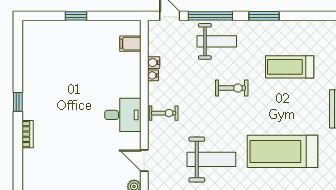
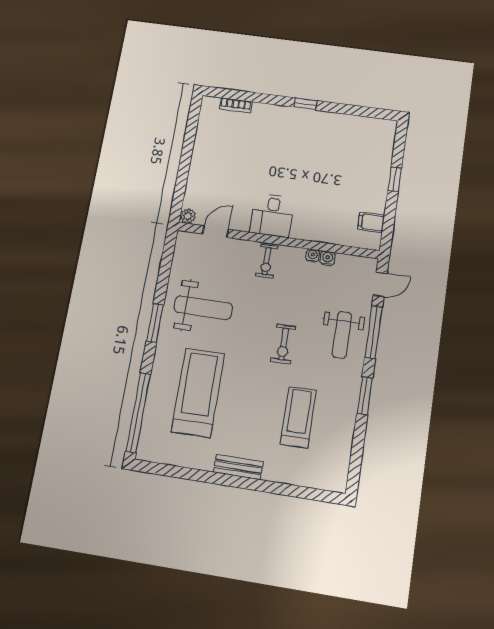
filing cabinet: (130, 44) -> (371, 222), moved, turned -90
bookcase: (28, 134) -> (236, 105), moved
weight bench: (211, 159) -> (203, 308), turned -90

